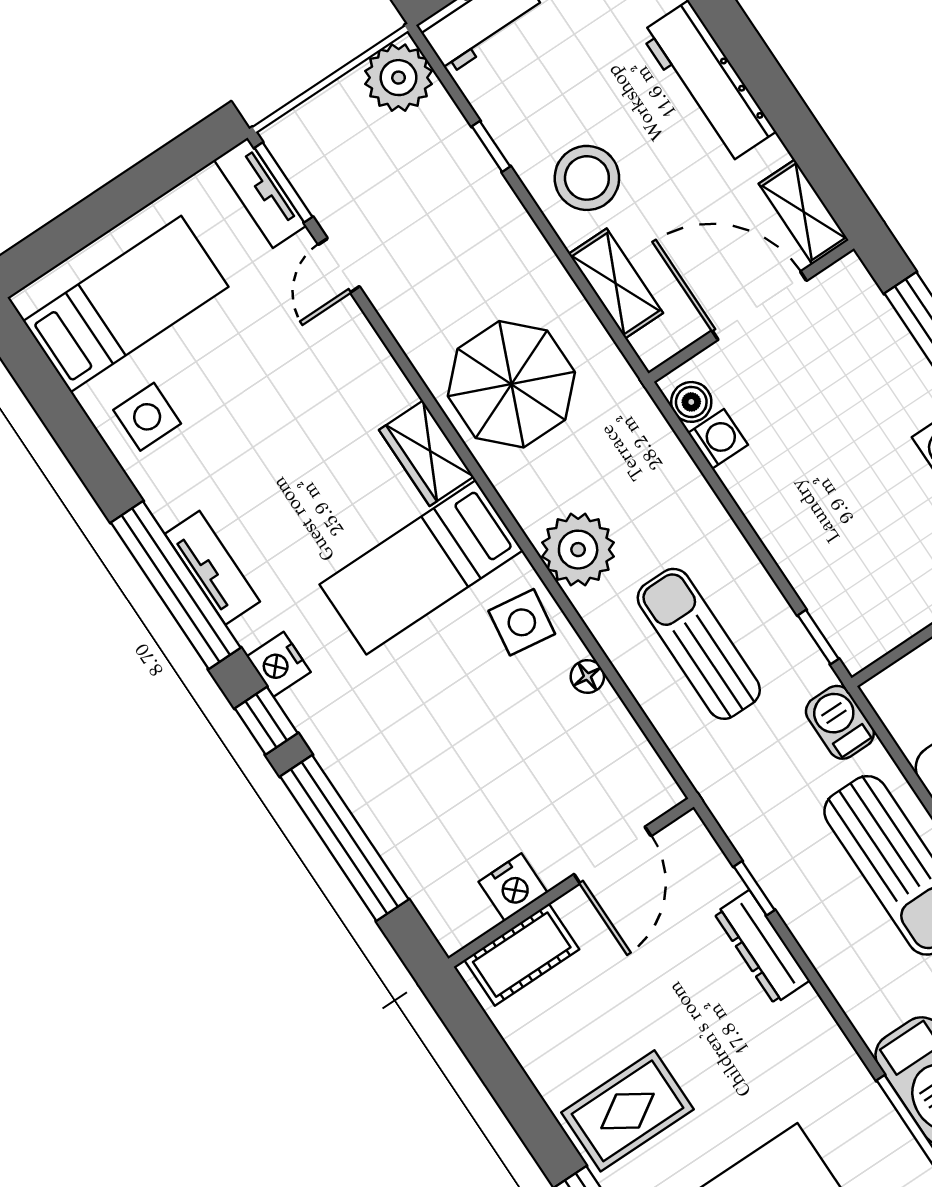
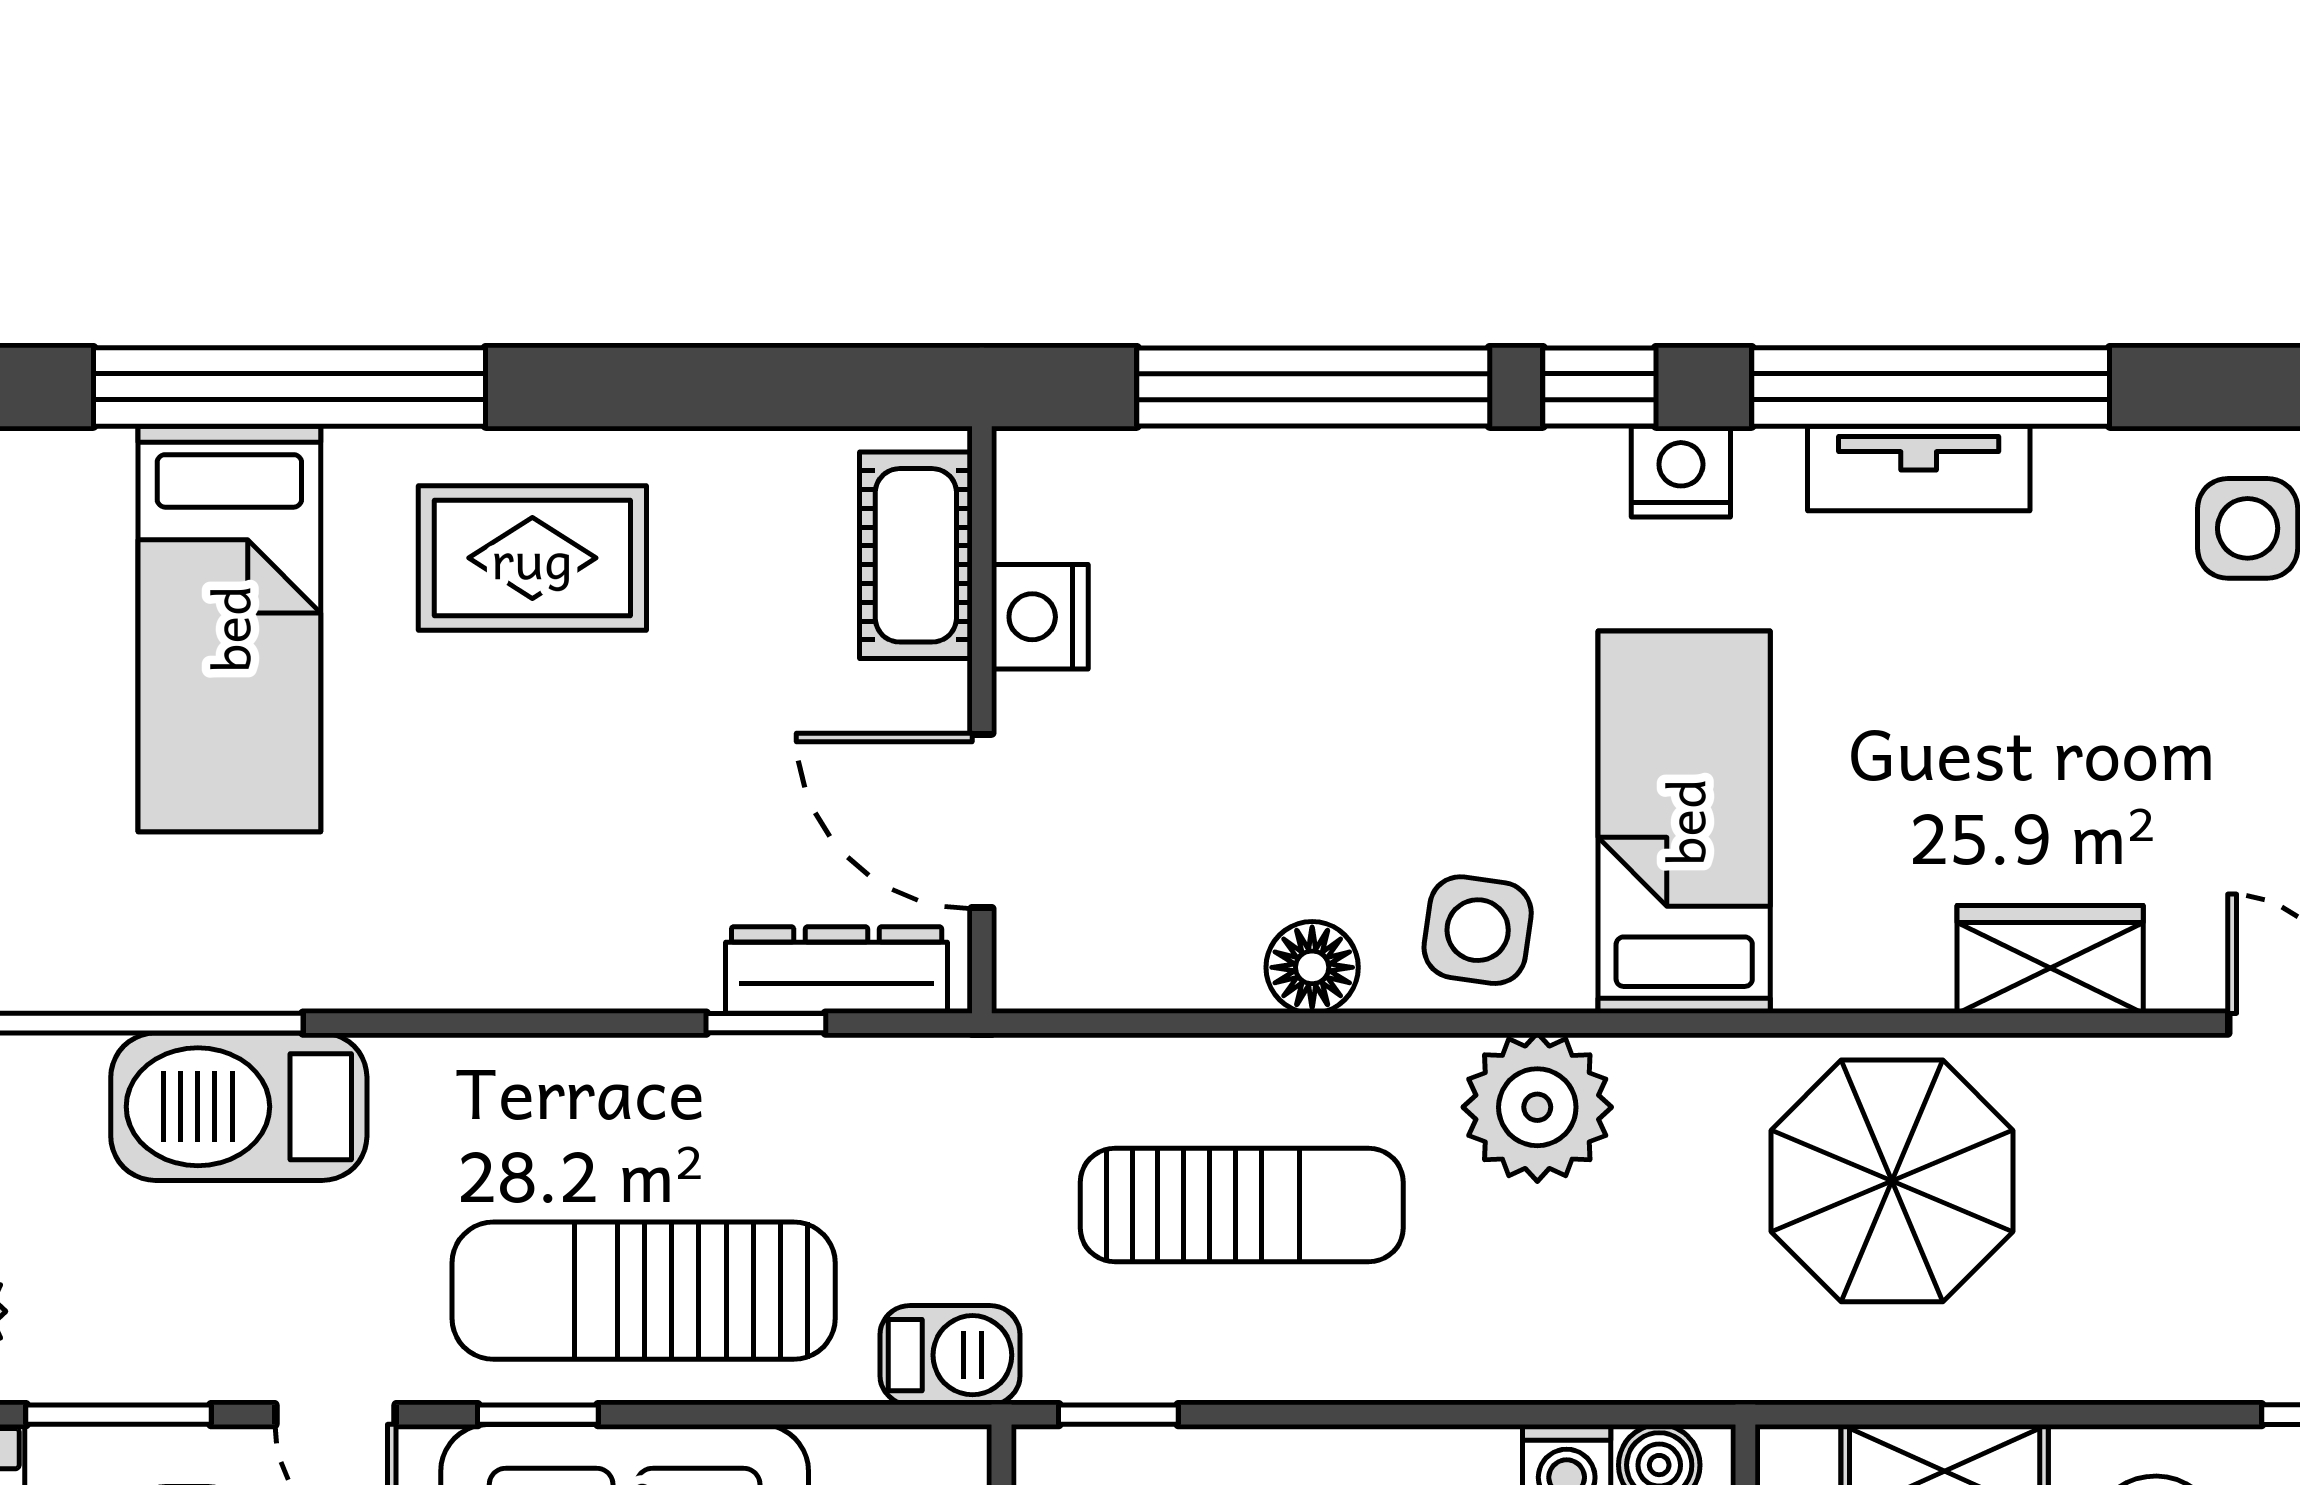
wardrobe: (426, 453) -> (2050, 959), moved
floor lamp: (587, 677) -> (1312, 967), width x1.37, depth x1.37
dresser: (762, 947) -> (837, 970), moved
rug: (628, 1111) -> (532, 558), turned 90

